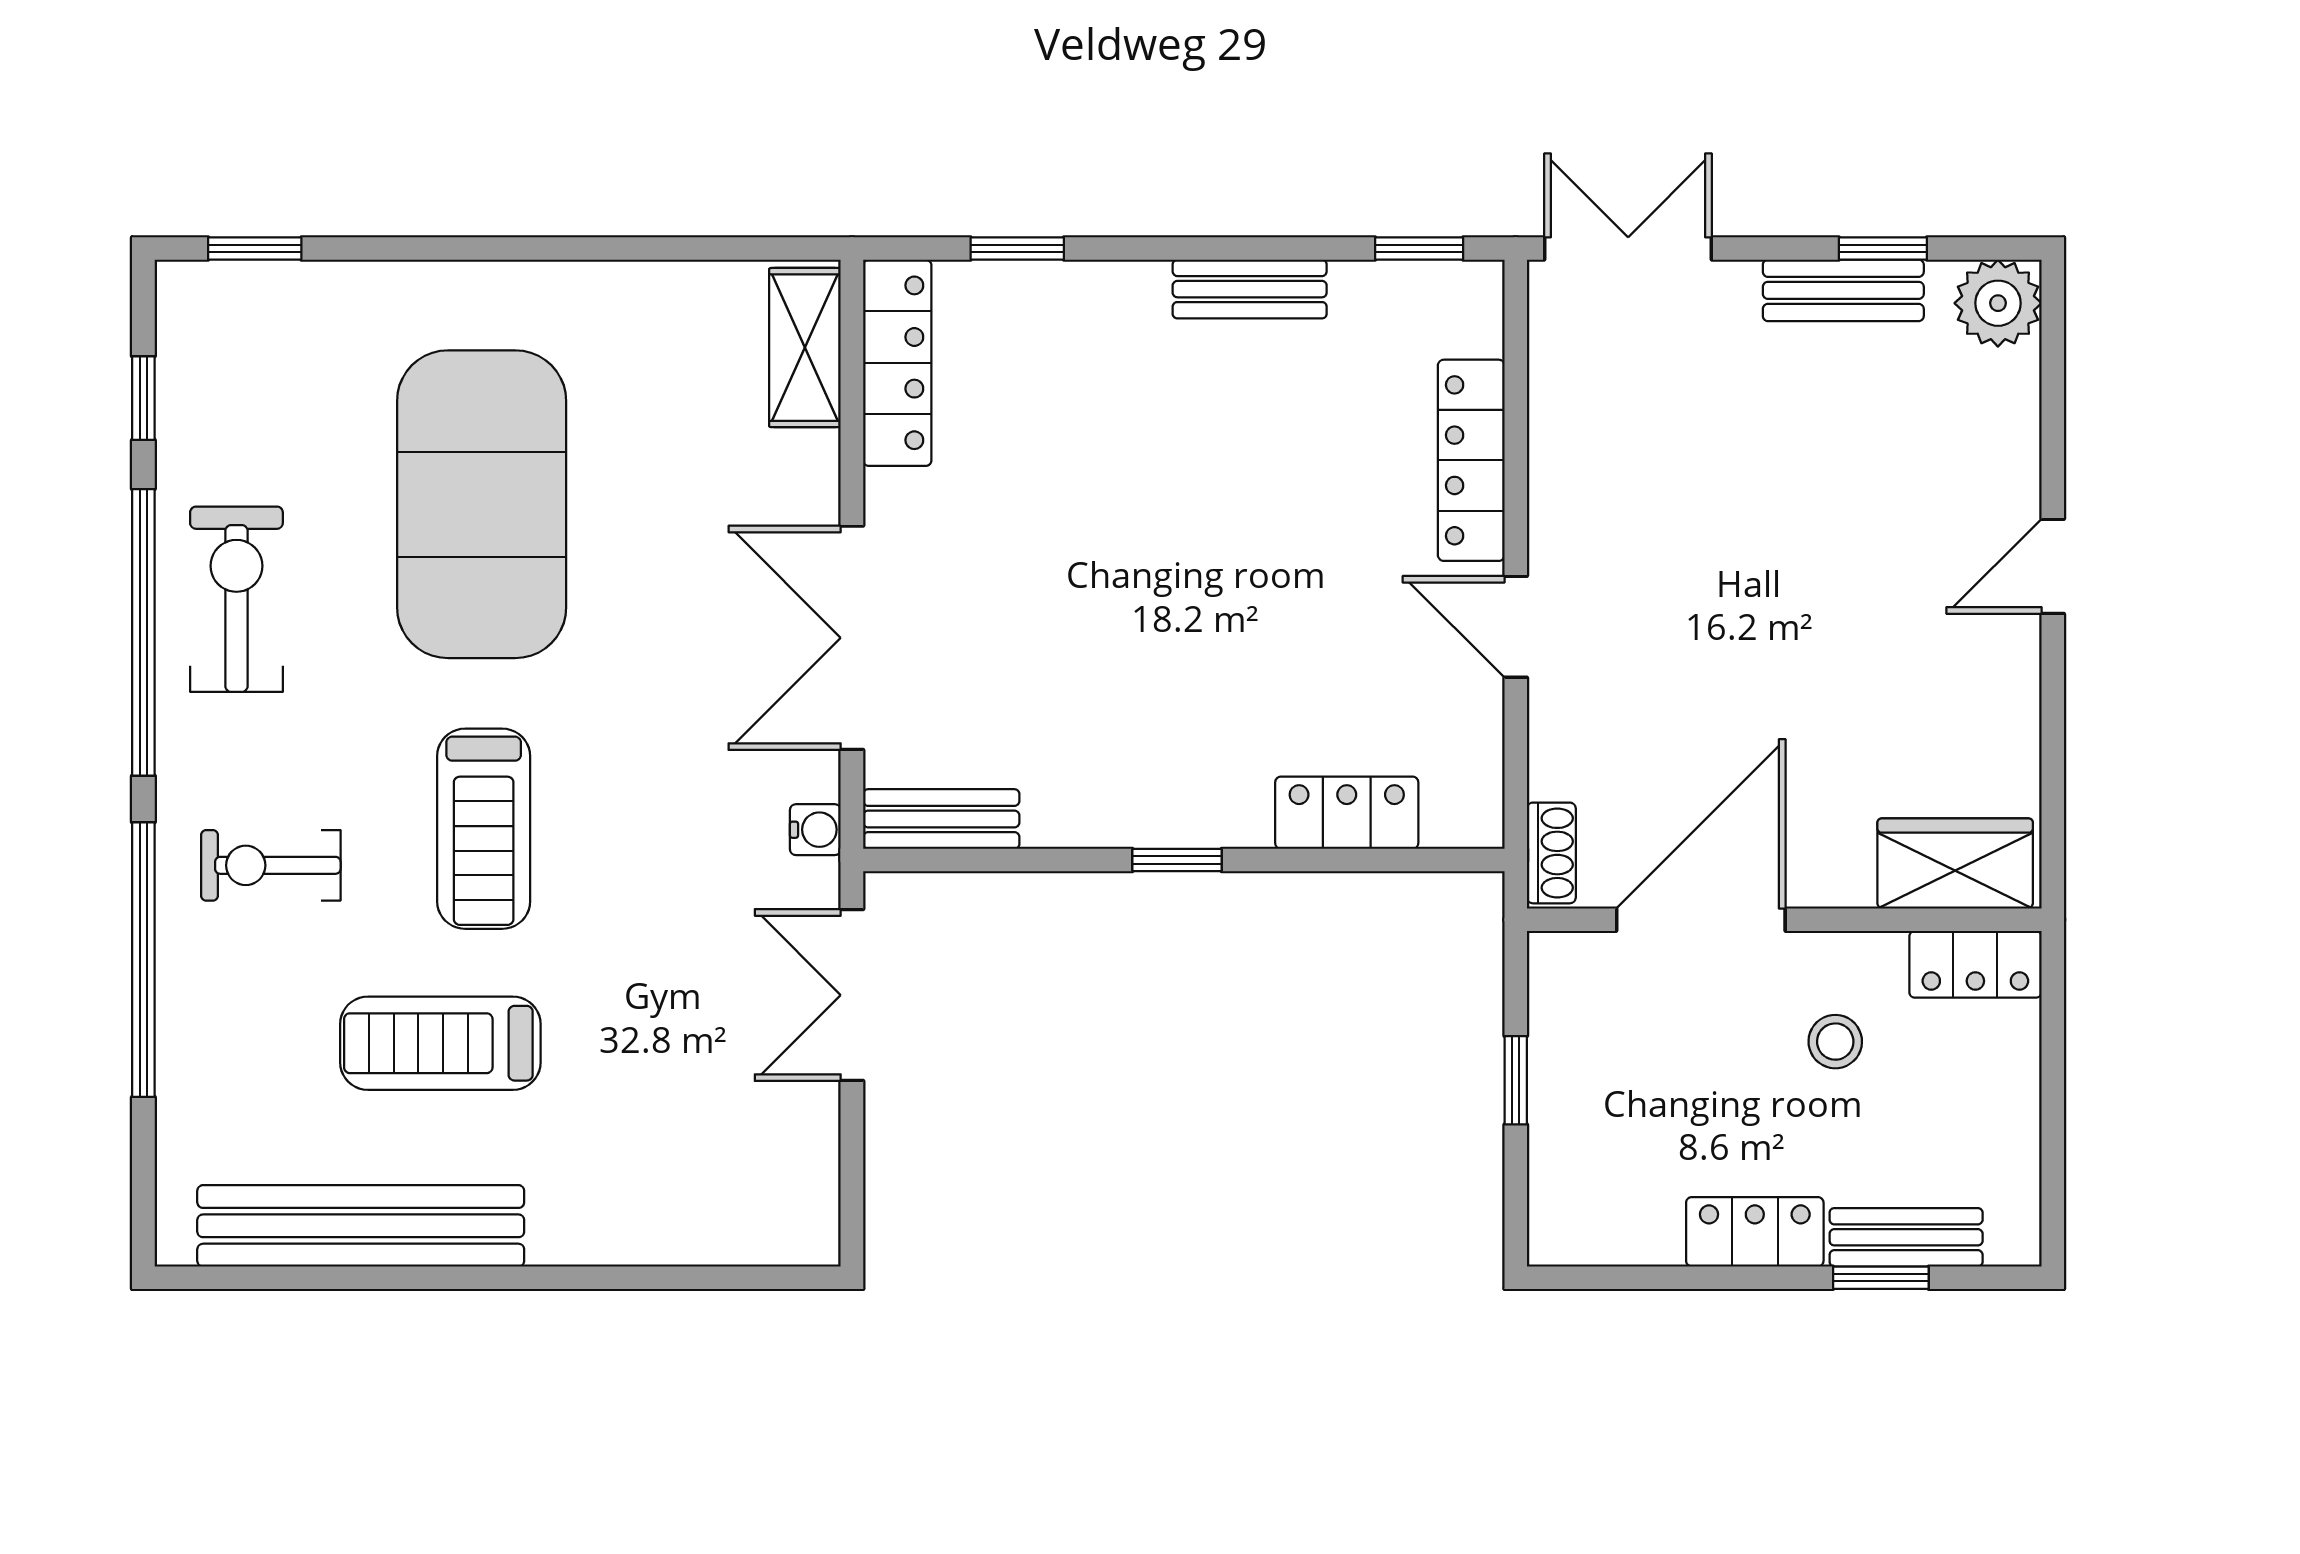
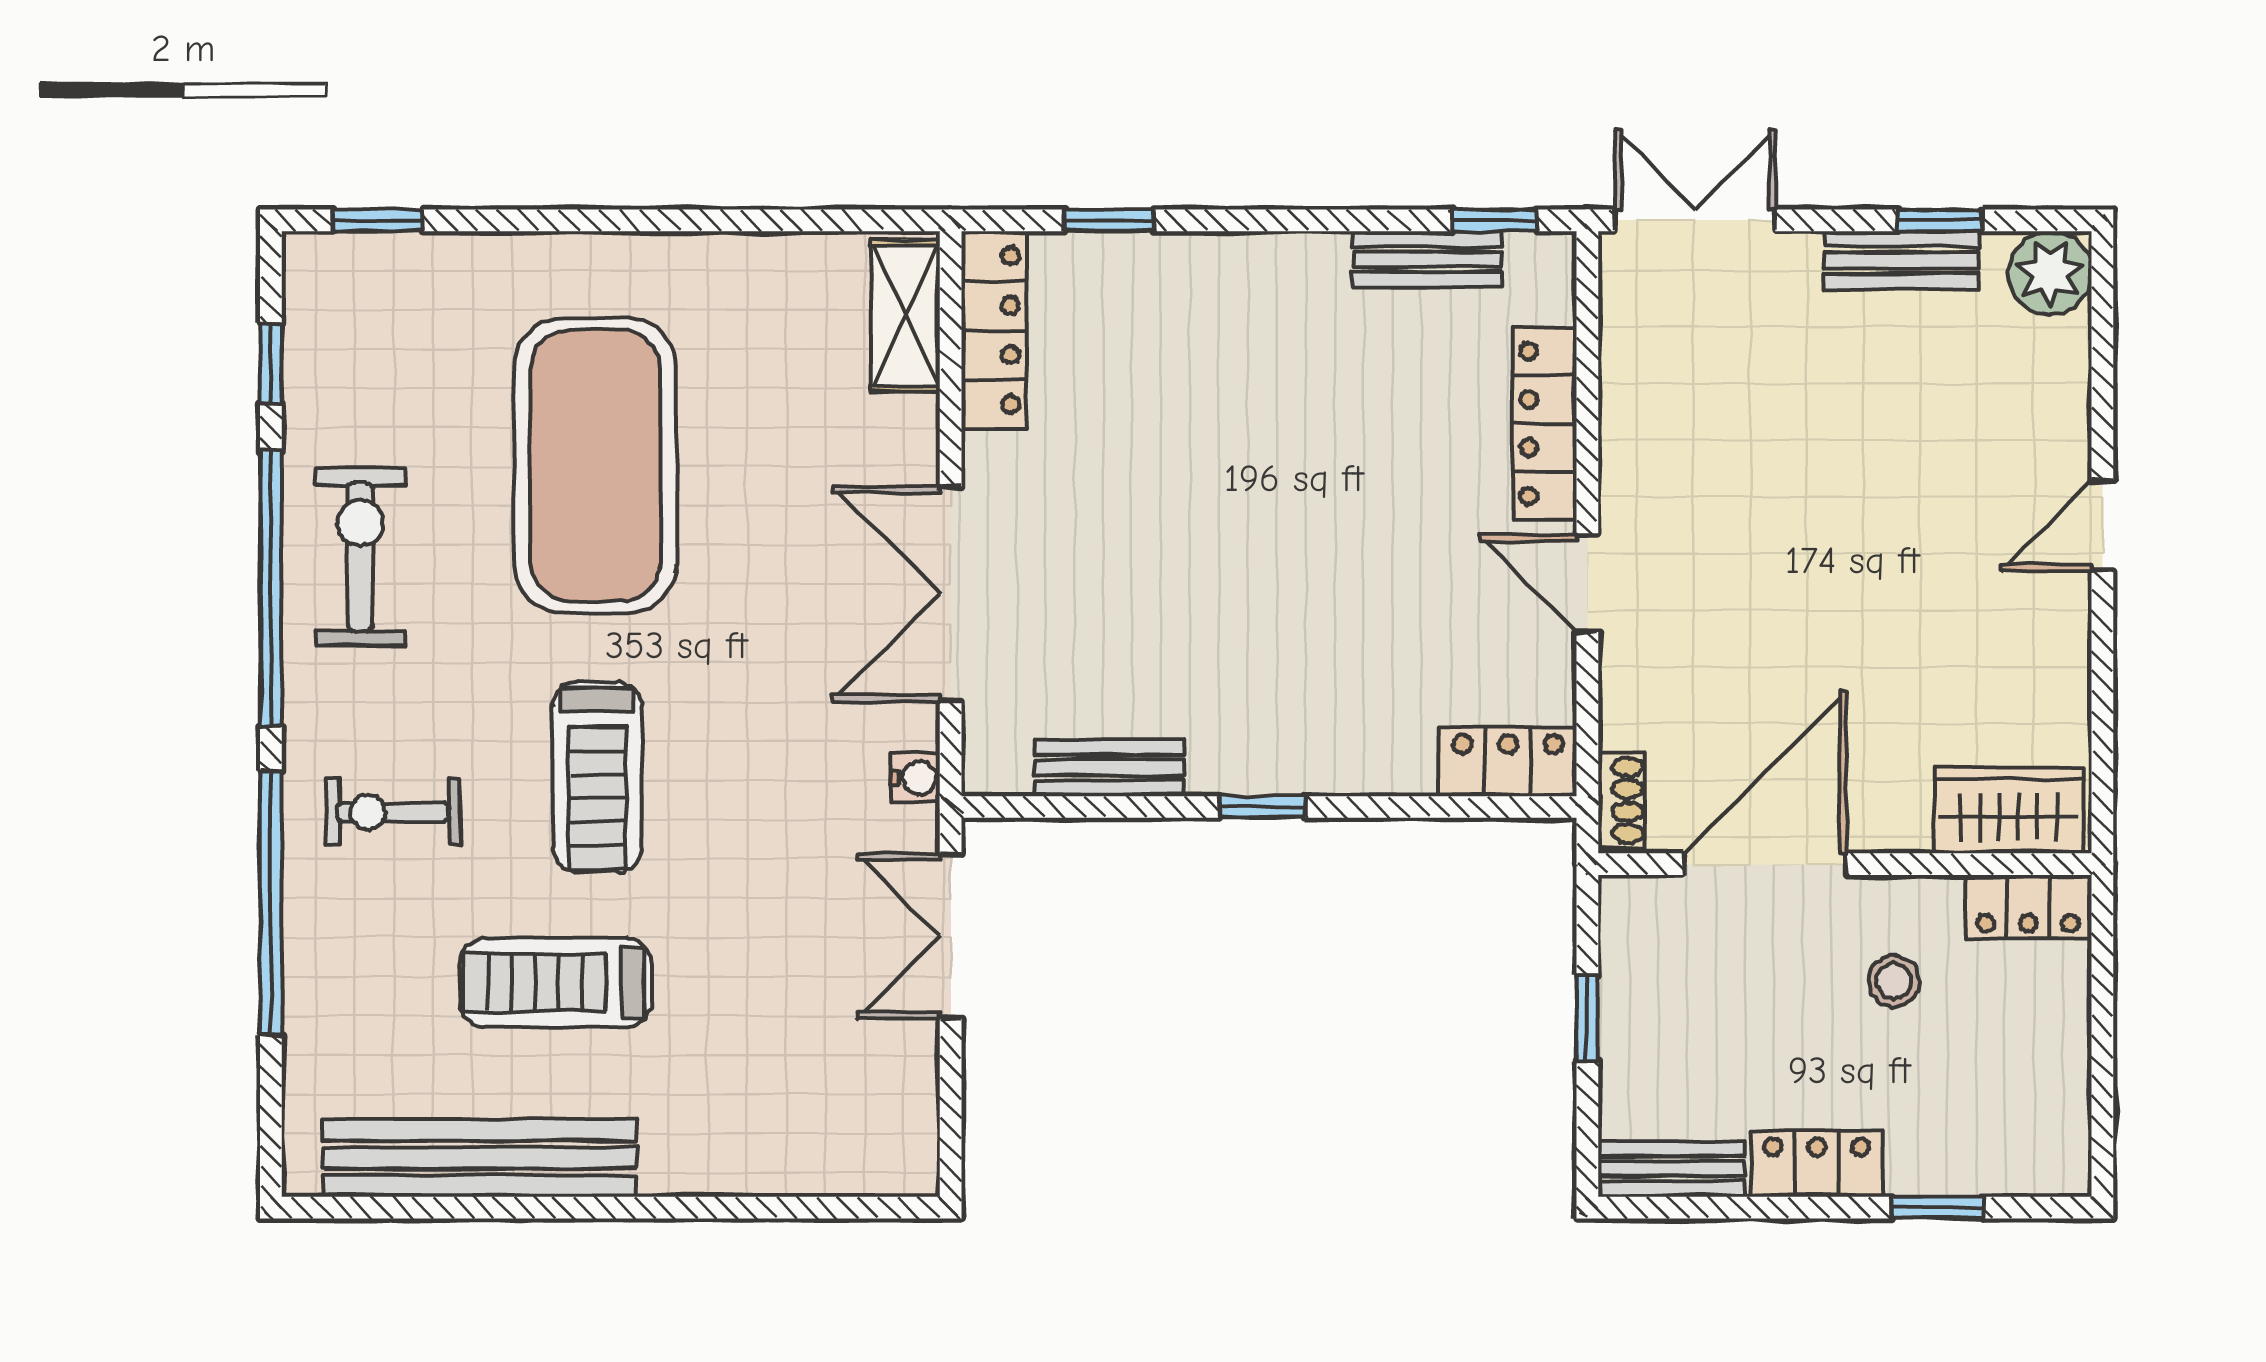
bench: (1250, 289) -> (1427, 259), moved
locker: (1347, 813) -> (1508, 762), moved
bench: (941, 819) -> (1109, 768), moved
bench: (1906, 1237) -> (1672, 1169), moved

